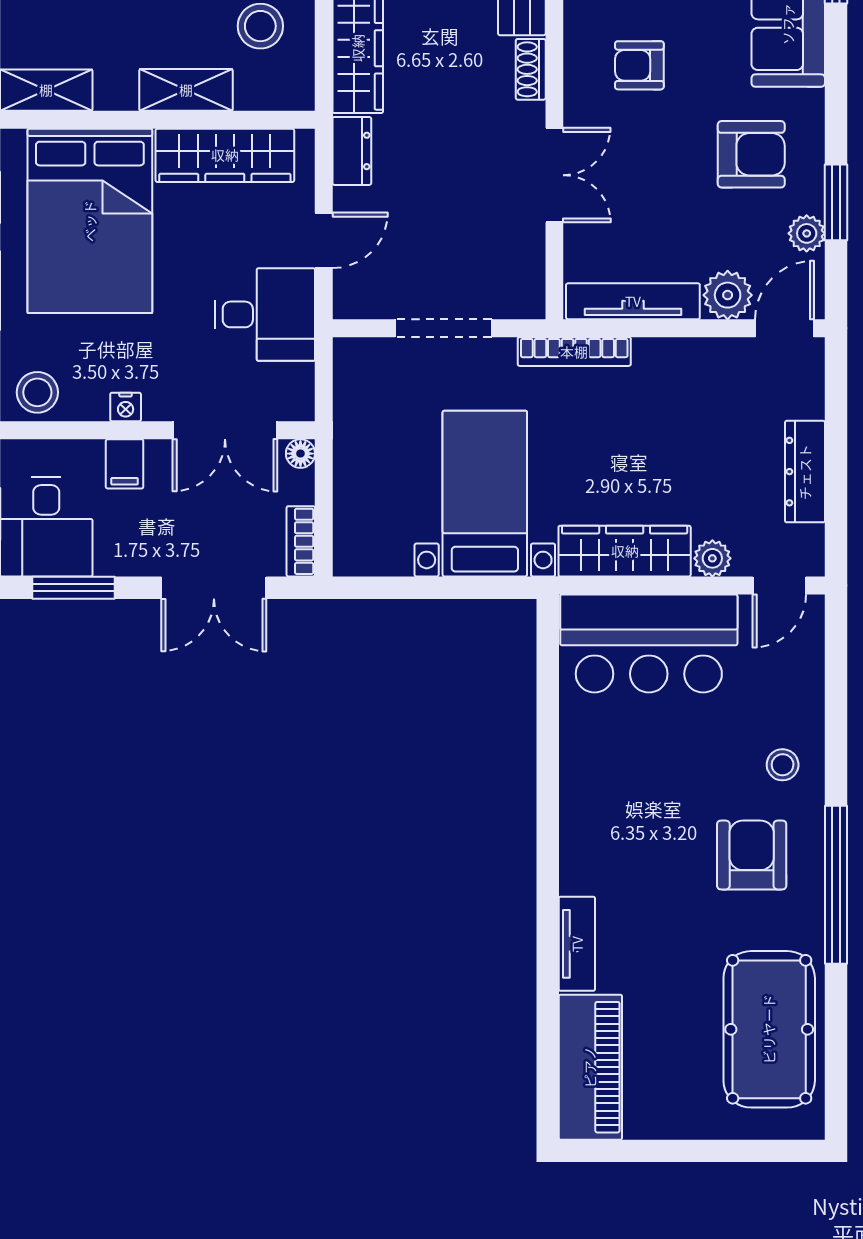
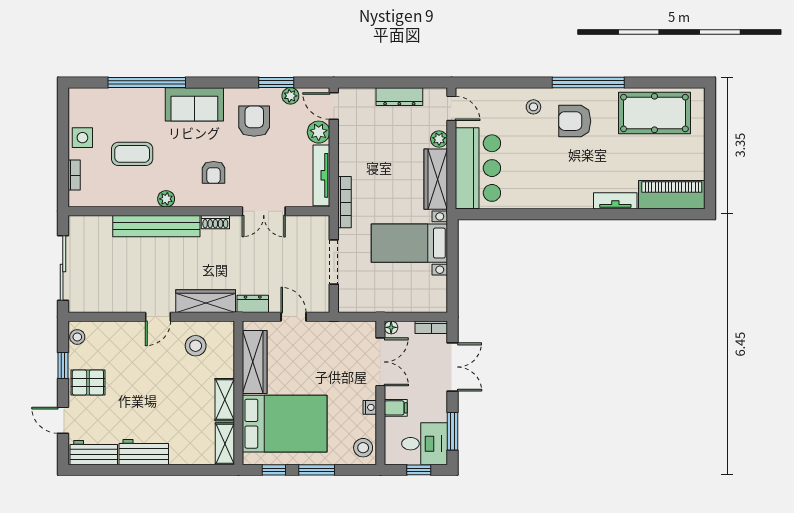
shelving: (186, 90) -> (225, 400), moved
double door: (554, 175) -> (264, 211), swing flipped
desk: (265, 314) -> (327, 344), removed

